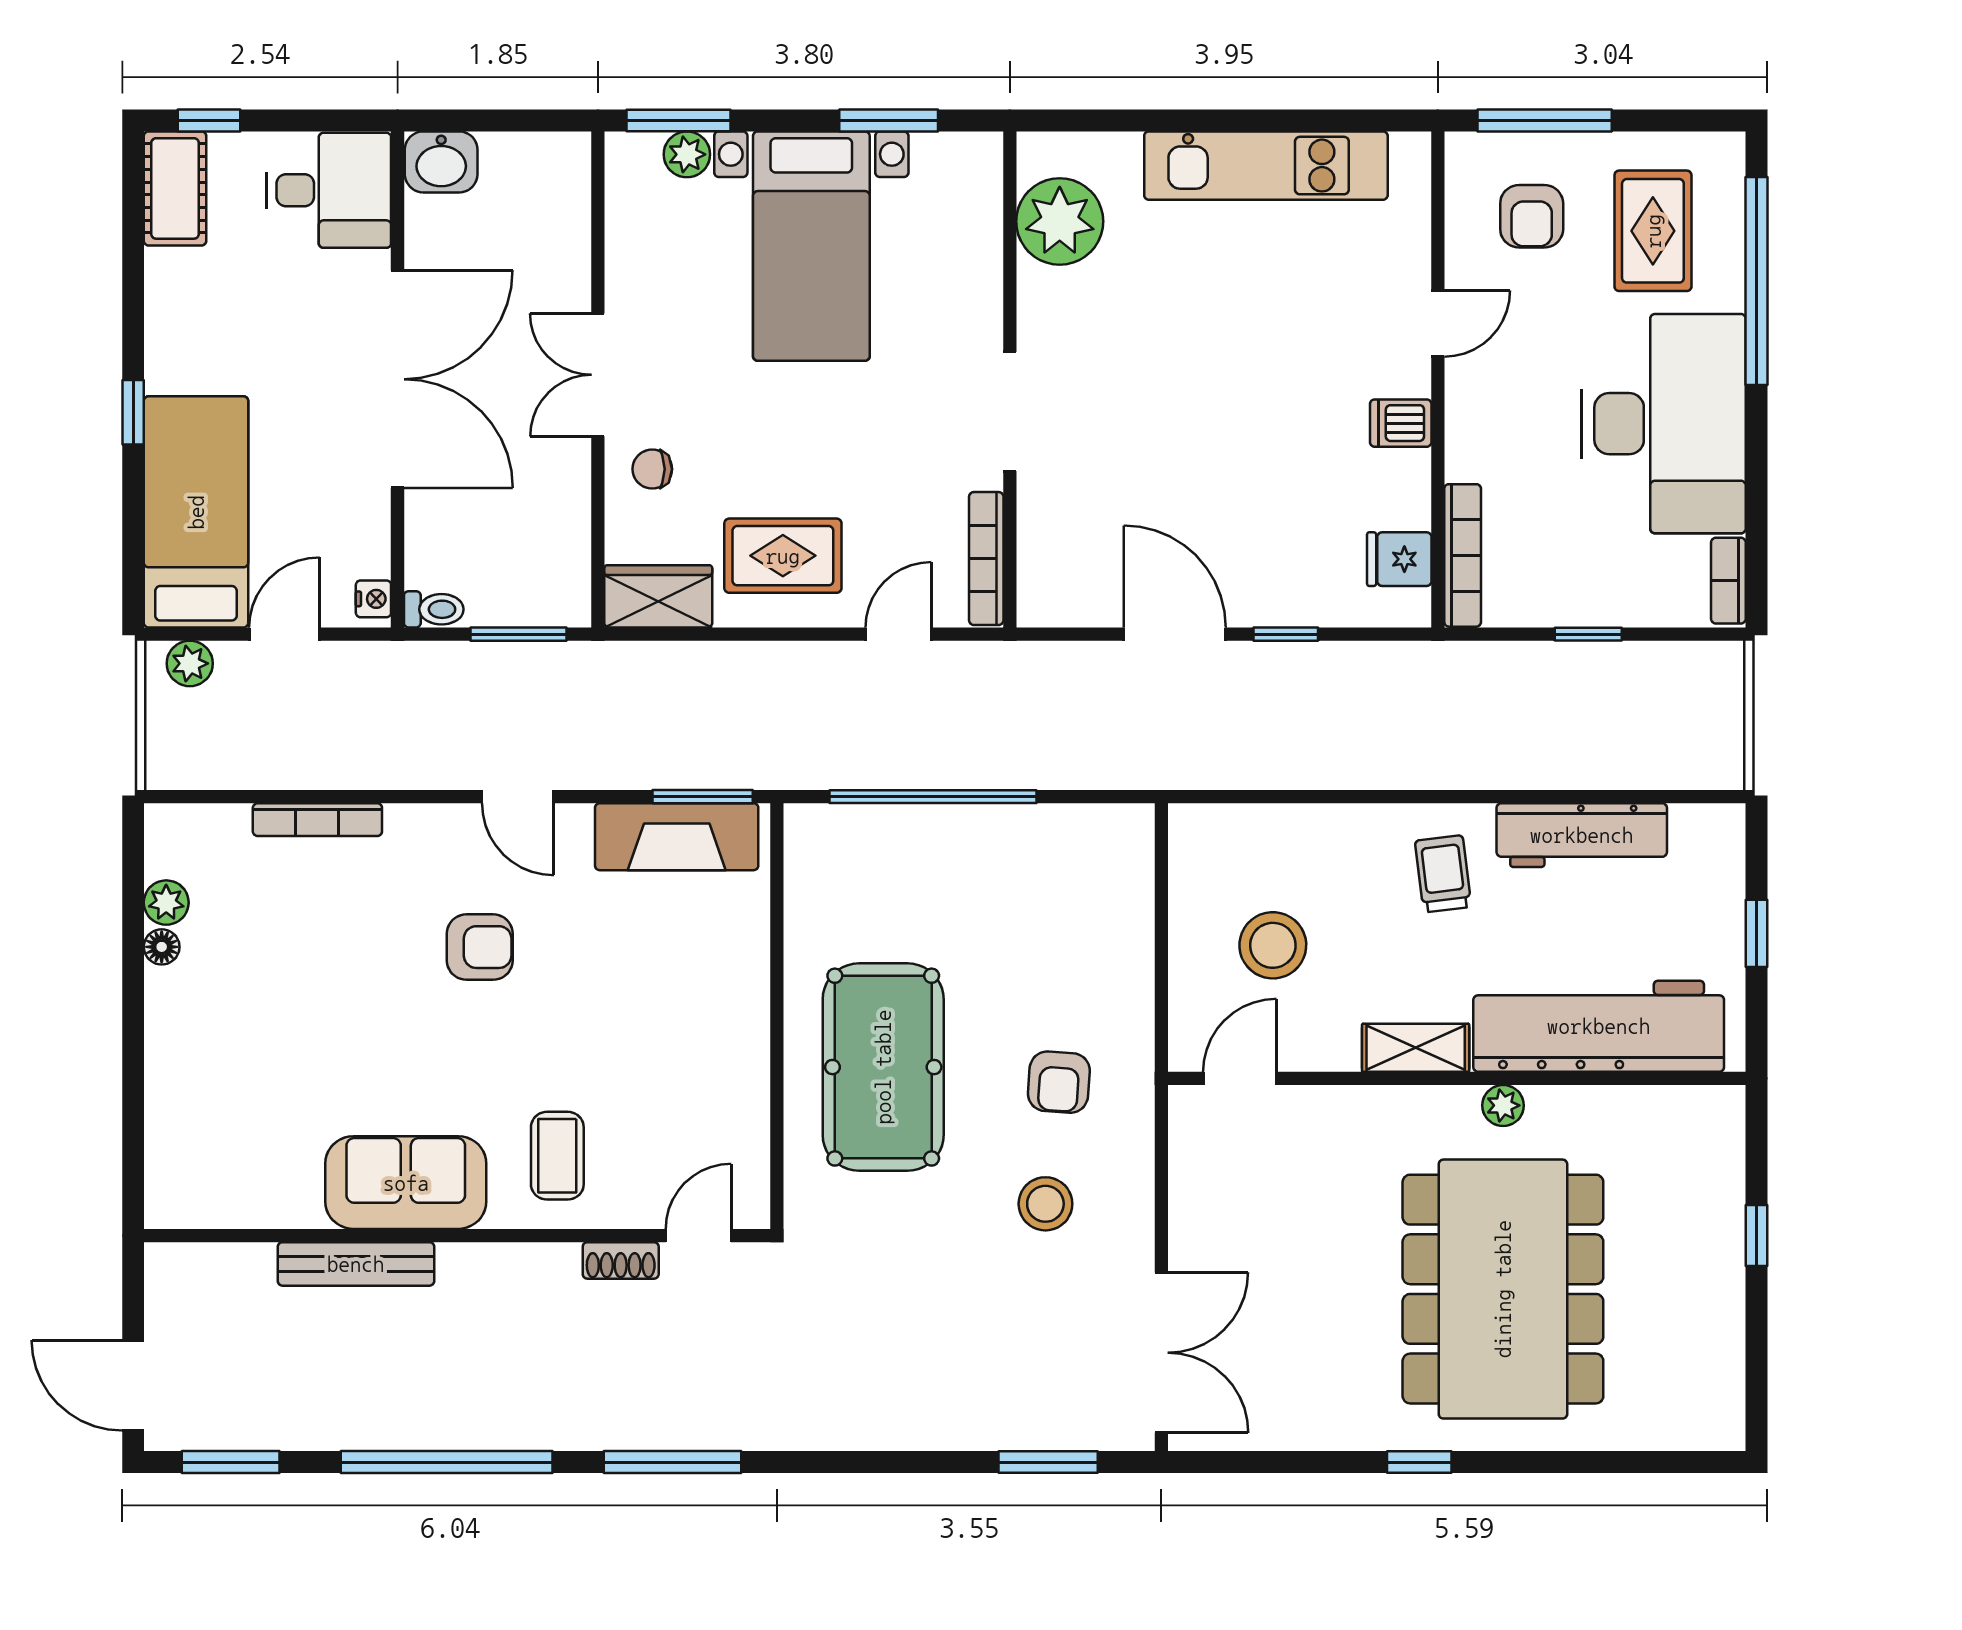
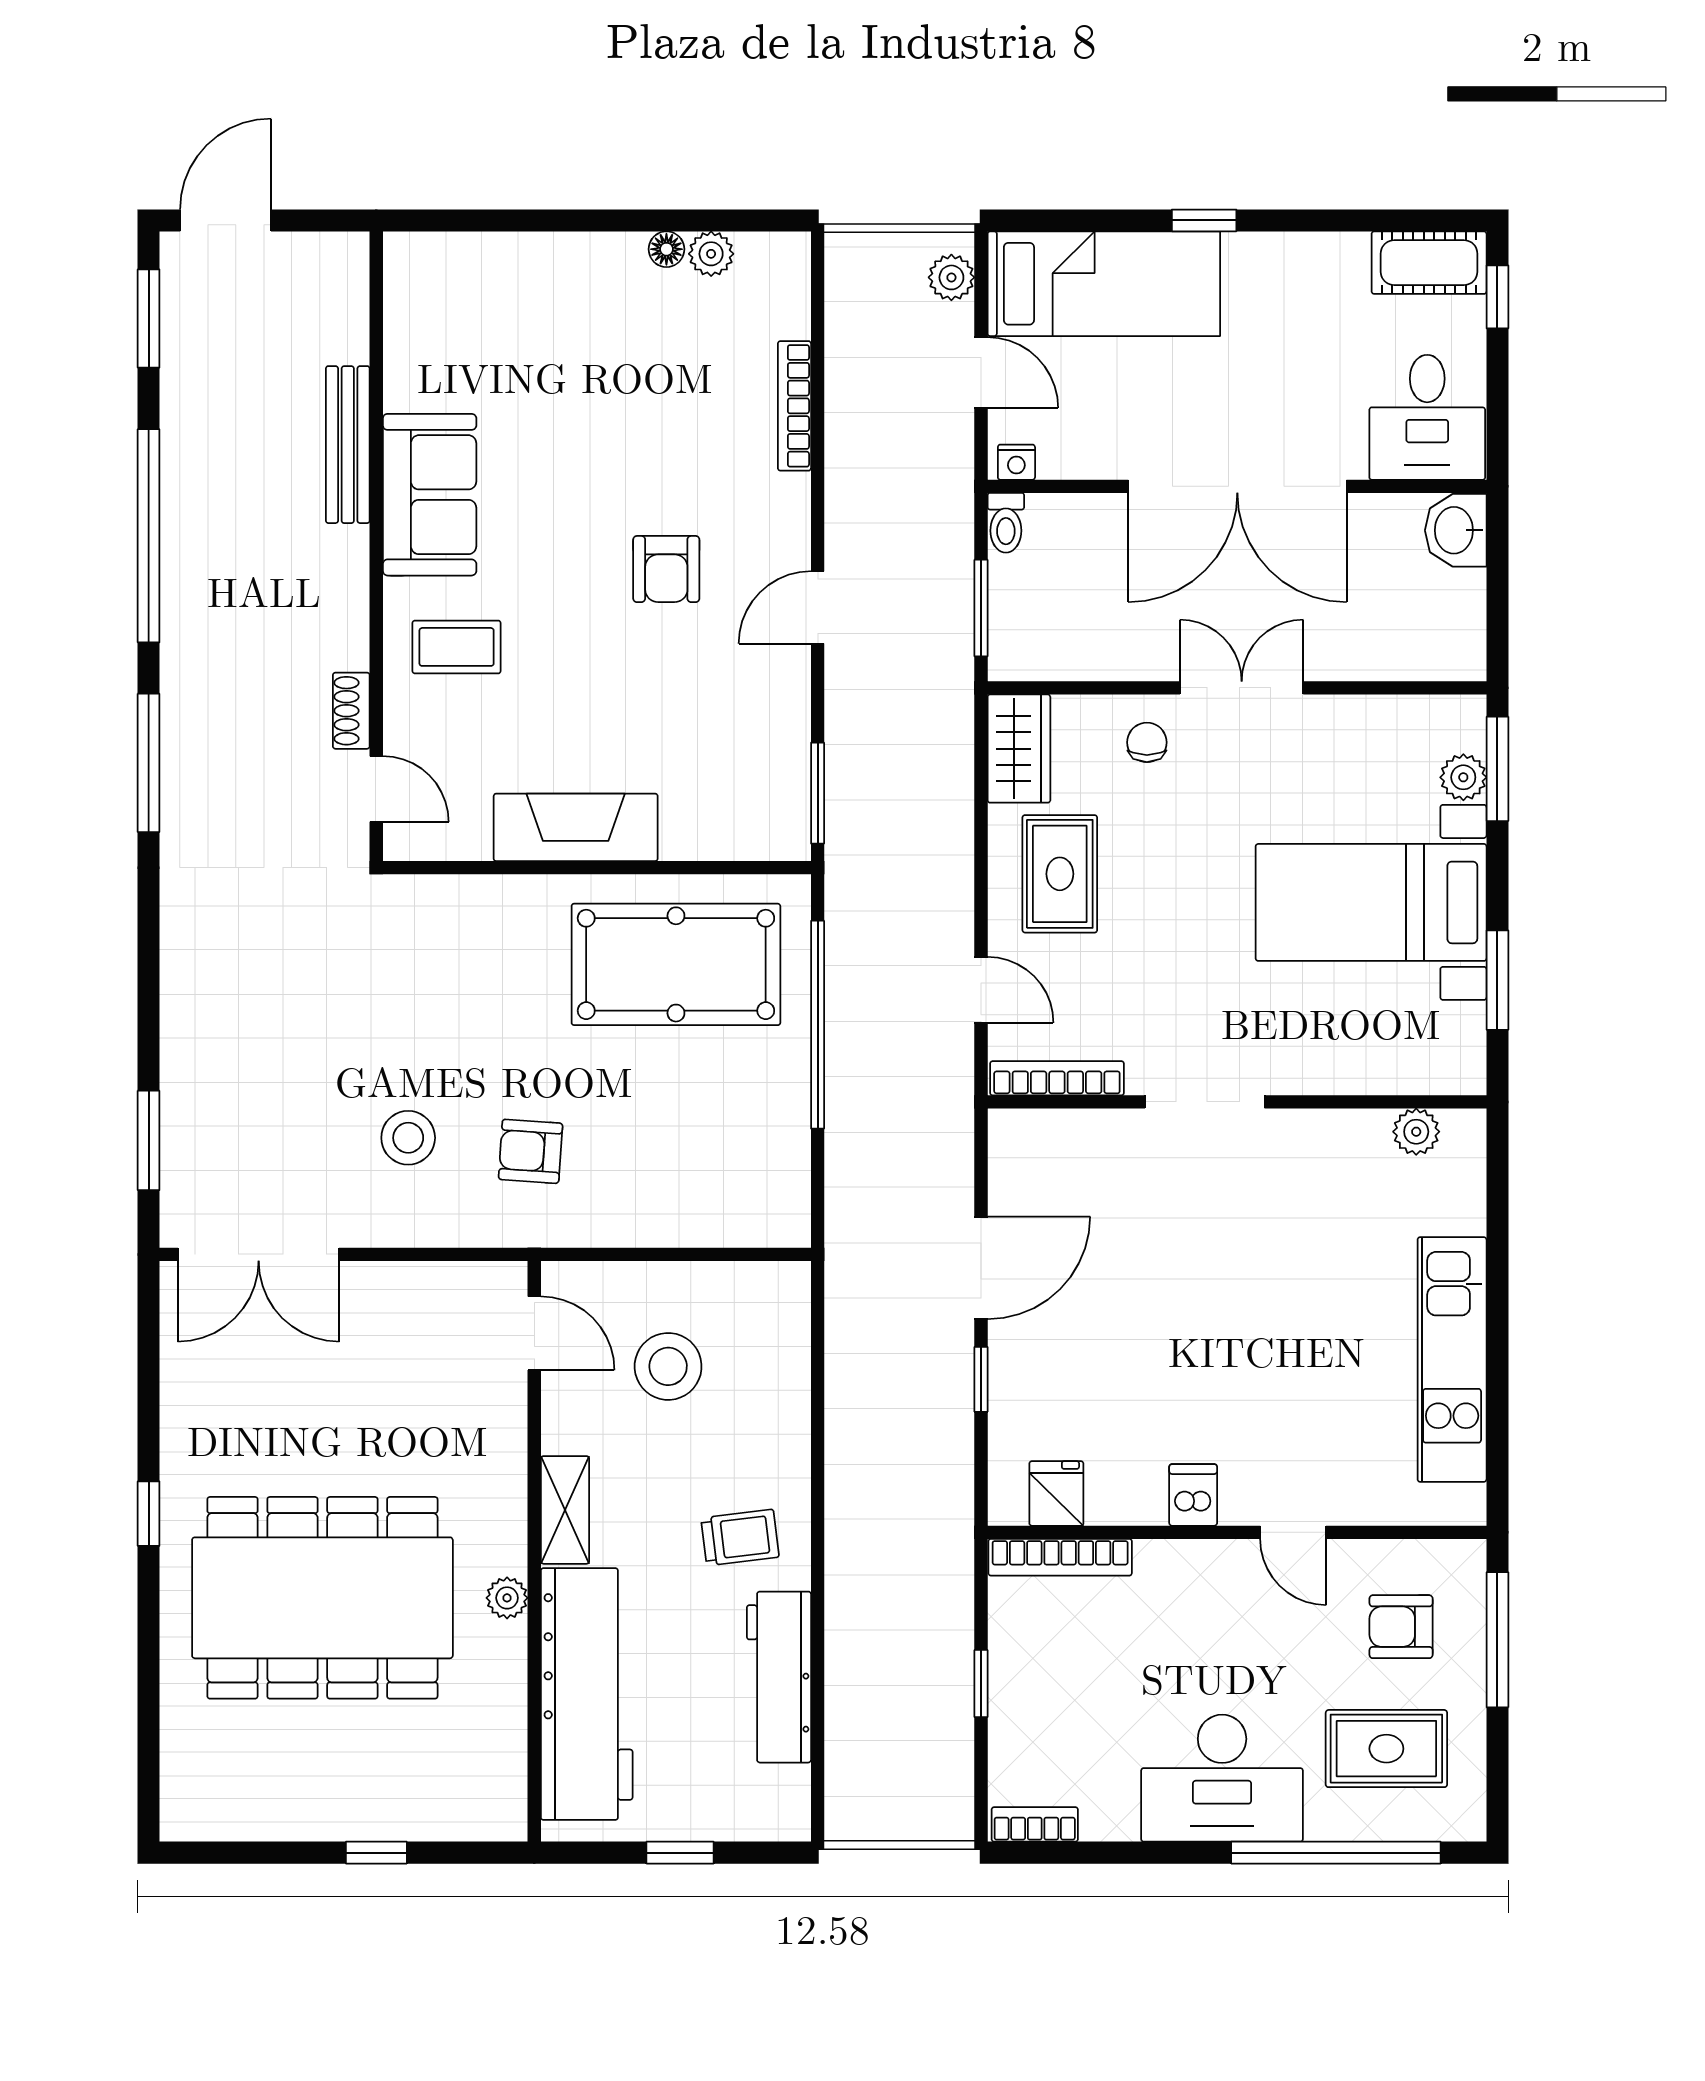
plant: (1060, 221) -> (1416, 1132), width x0.53, depth x0.53
desk: (1663, 424) -> (1222, 1778), width x0.73, depth x0.77
fireplace: (677, 837) -> (576, 827), moved, turned 90
pool table: (883, 1067) -> (676, 964), moved

